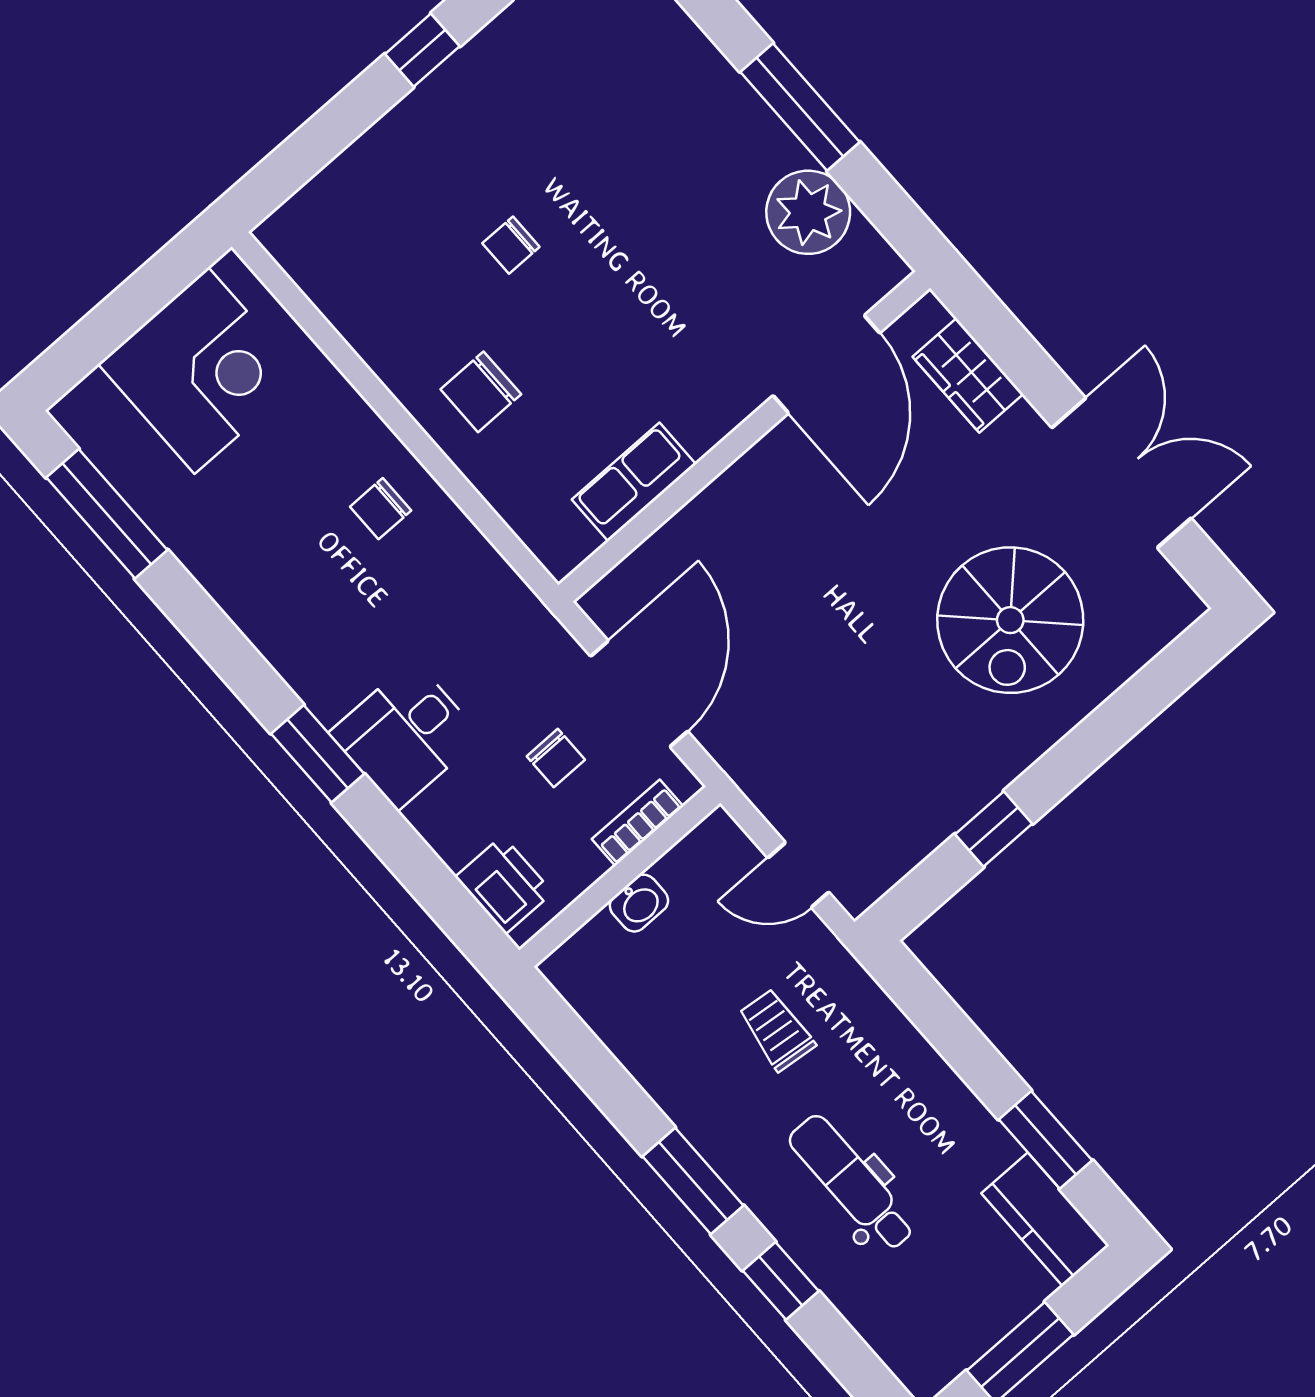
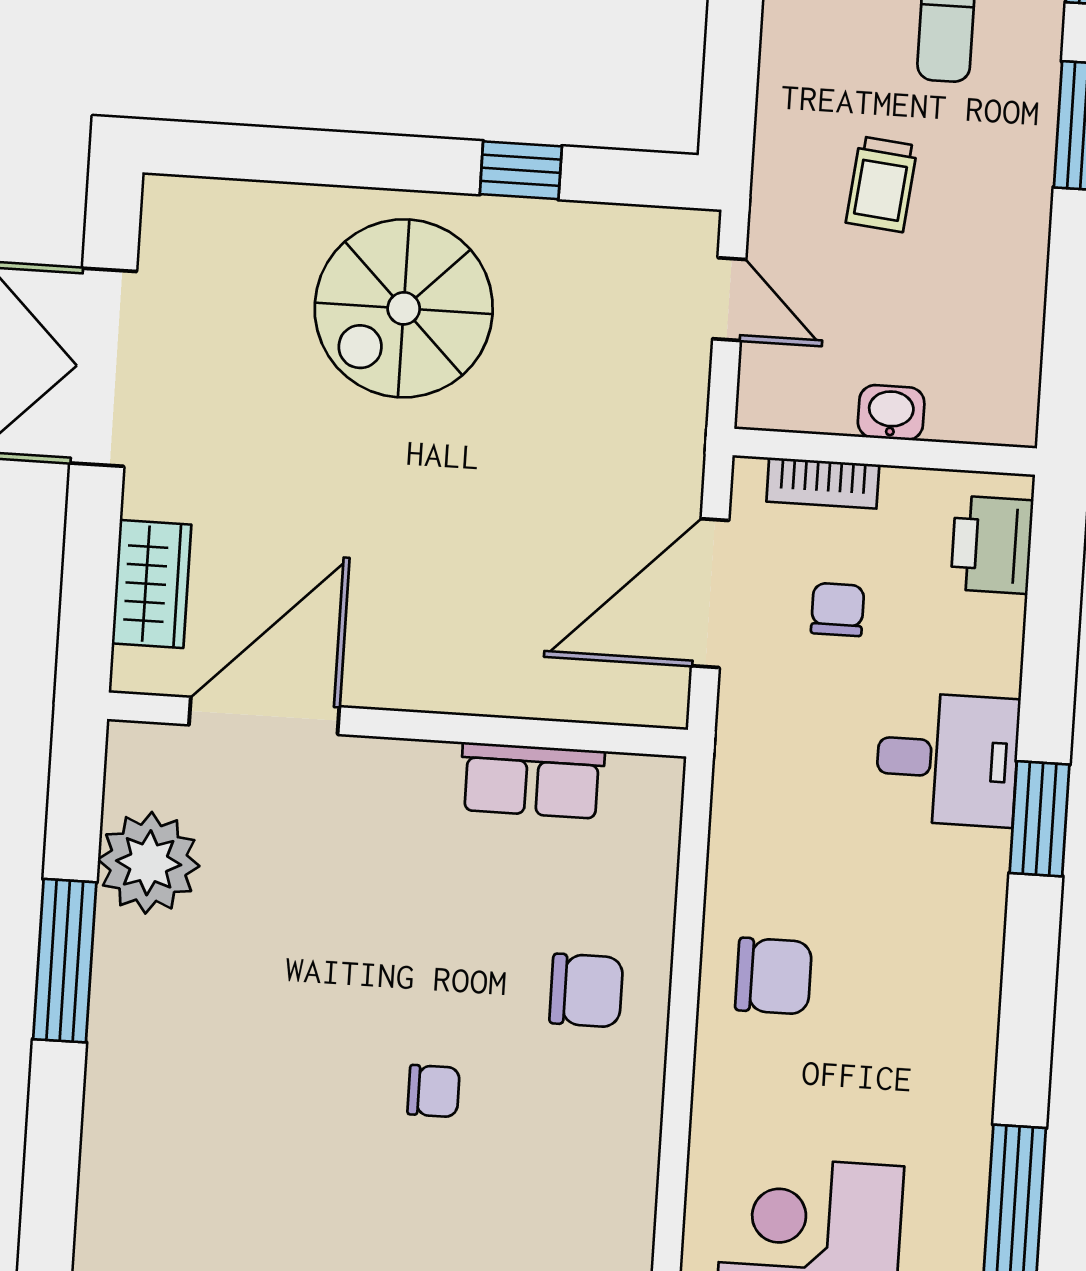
chair: (381, 509) -> (774, 976), width x1.37, depth x1.37
spiral stairs: (1010, 620) -> (404, 308), moved, turned 180

